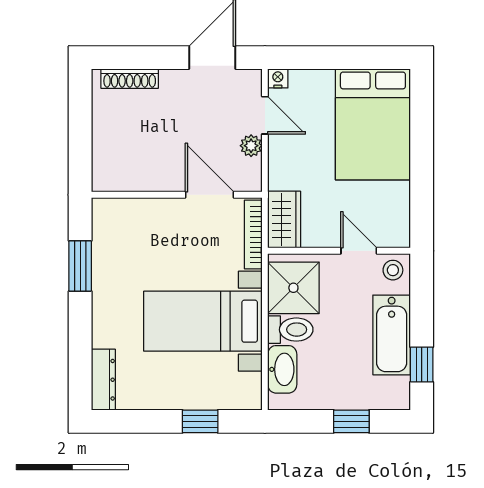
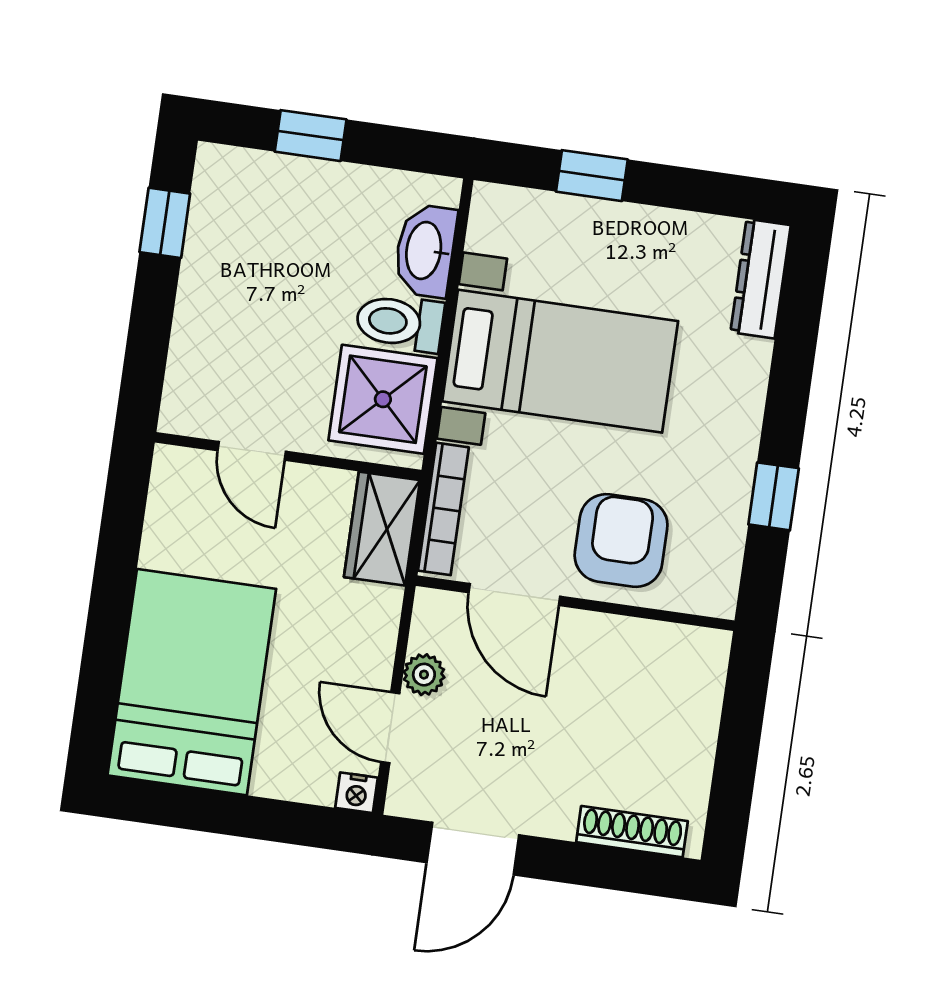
armchair: (157, 231) -> (621, 540), added
window: (80, 266) -> (774, 496), width x0.67
stool: (393, 270) -> (193, 406), removed
bathtub: (392, 335) -> (213, 286), removed

